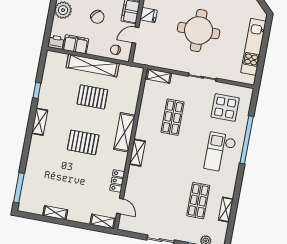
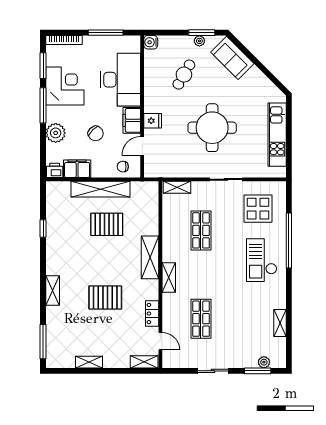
shelving: (40, 122) -> (53, 291), moved
pallet: (83, 142) -> (105, 297), moved
shop shelf: (198, 201) -> (201, 319), moved

